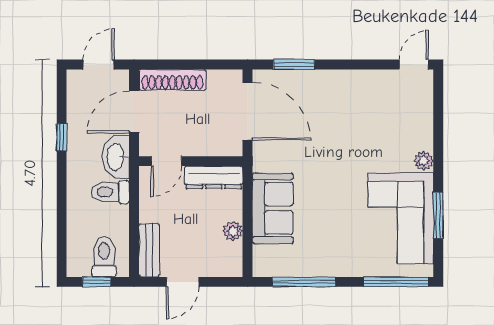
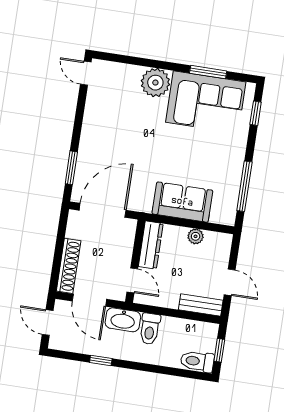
plant: (424, 161) -> (155, 83), width x1.87, depth x1.87
toilet: (104, 257) -> (197, 361), moved
window: (396, 282) -> (256, 113), width x0.46

